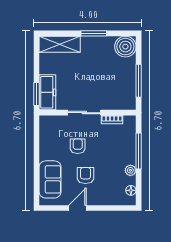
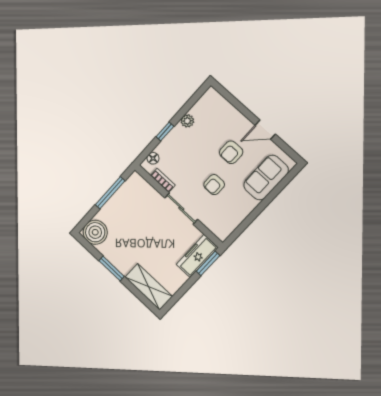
window: (139, 151) -> (165, 132), width x0.46
floor lamp: (131, 190) -> (153, 158), moved

